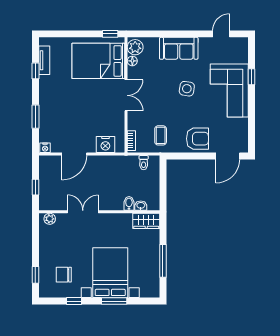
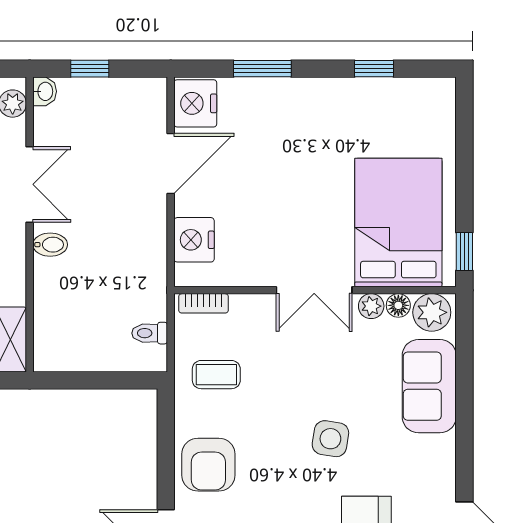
sofa: (179, 48) -> (429, 386), moved
tv unit: (44, 60) -> (400, 90), removed
plant: (133, 72) -> (371, 306), added
nightstand: (45, 148) -> (195, 103), width x1.89, depth x1.79
door: (74, 154) -> (171, 164), swing flipped
bidet: (129, 203) -> (50, 245), moved
washbasin: (141, 206) -> (45, 91), moved

